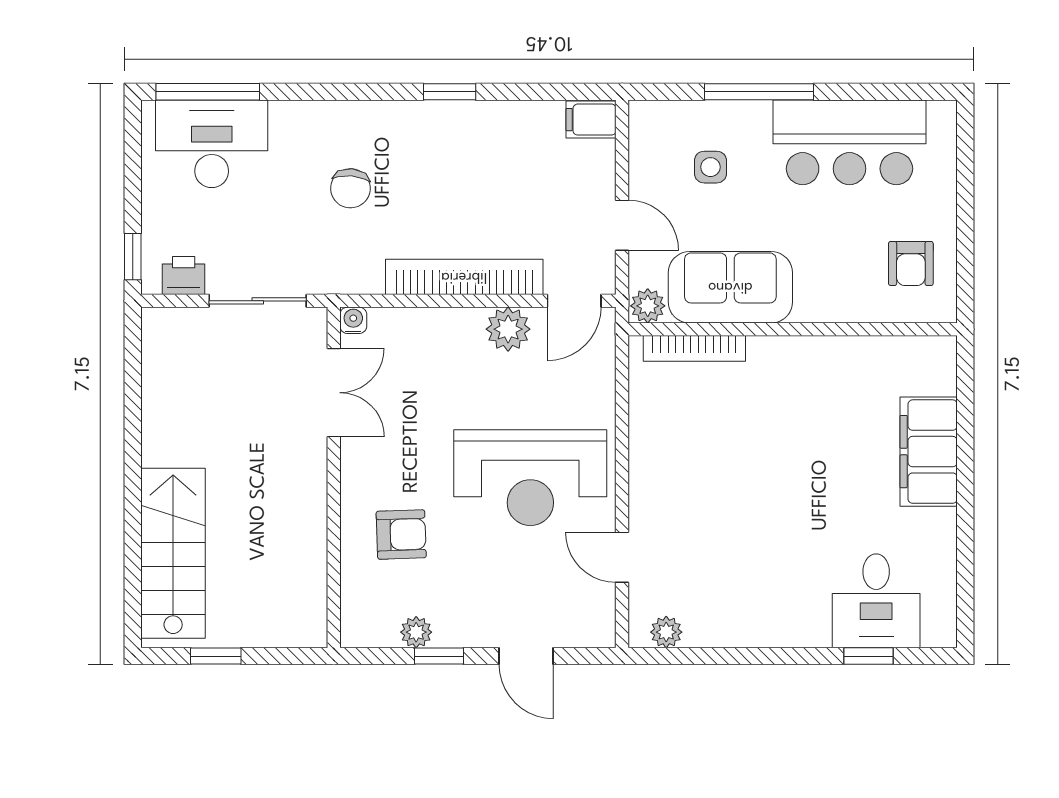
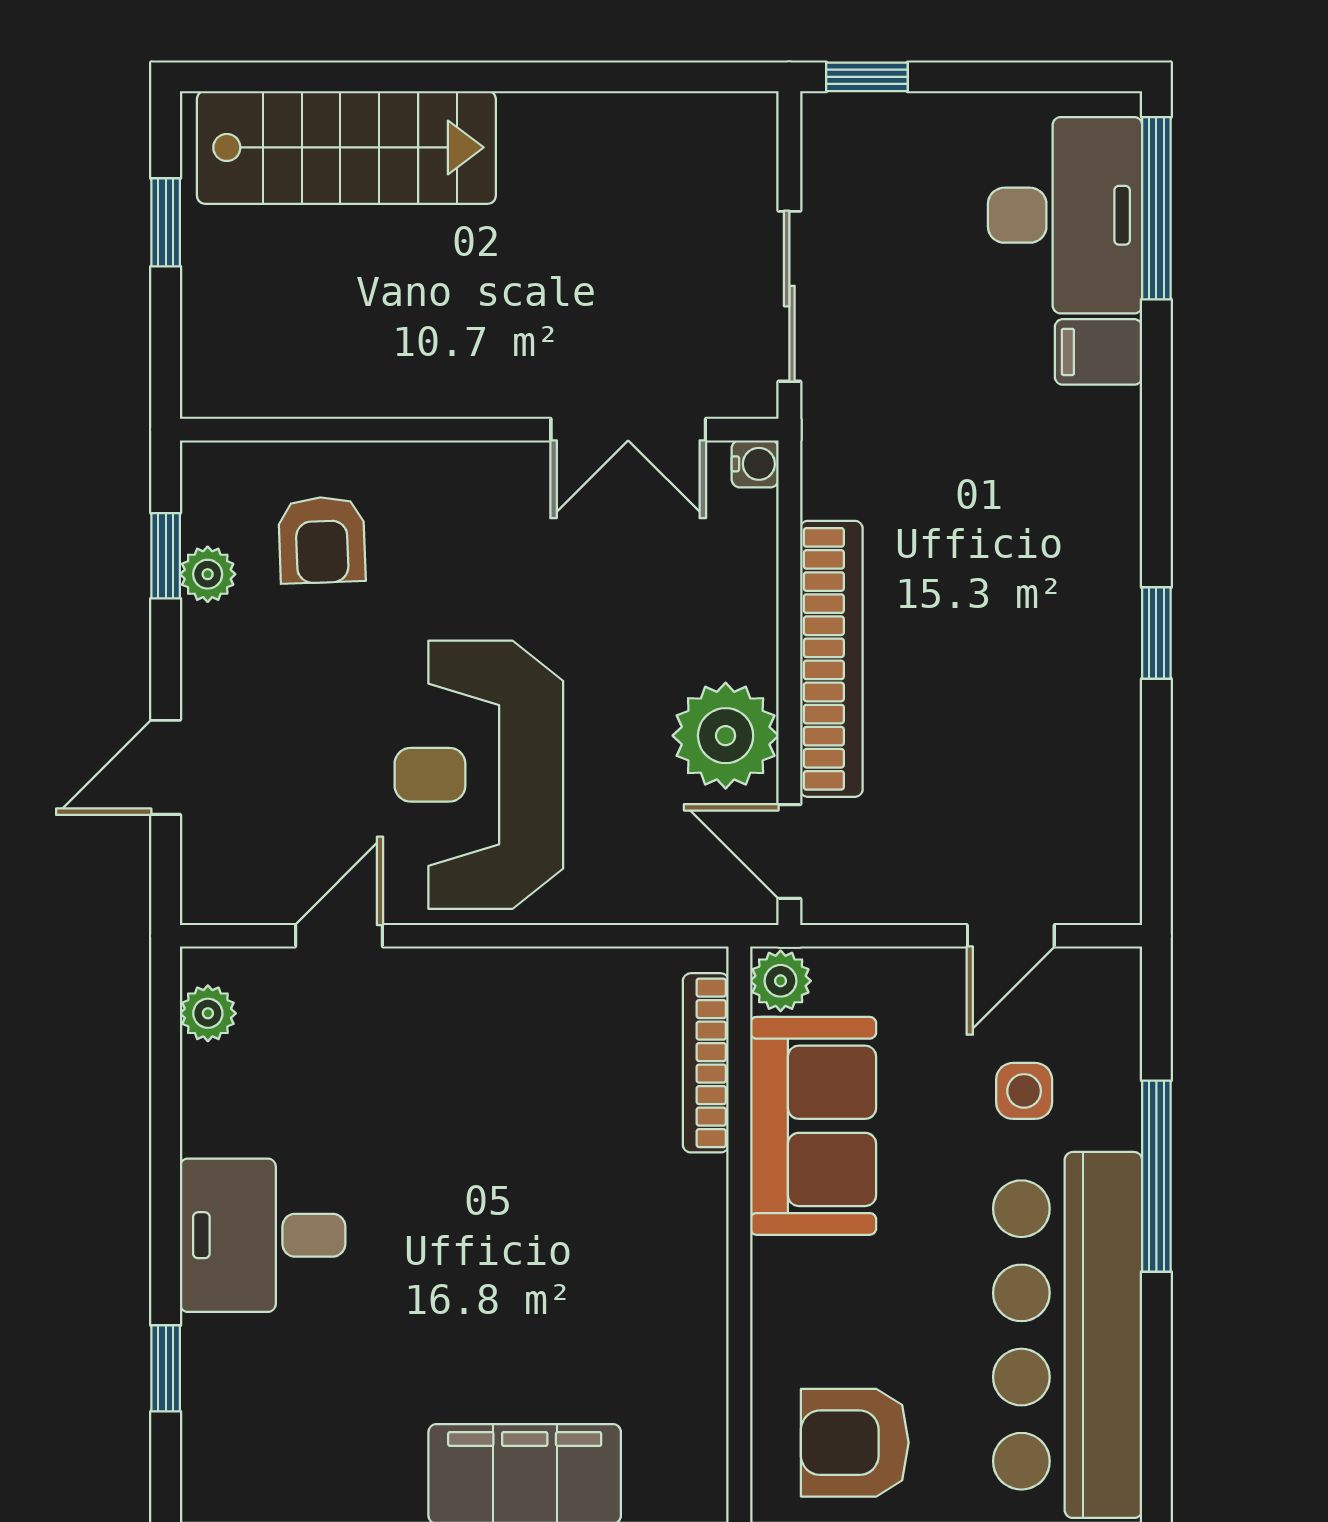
filing cabinet: (591, 120) -> (1098, 352), moved, turned -90
bar counter: (849, 142) -> (1068, 1335), width x1.36
chair: (350, 188) -> (987, 459), removed
door: (622, 225) -> (1011, 936), moved
armchair: (911, 264) -> (855, 1443), width x1.38, depth x1.38
printer: (184, 276) -> (834, 166), removed
plant: (508, 329) -> (726, 736), width x1.36, depth x1.36
armchair: (401, 535) -> (322, 540), moved
desk: (876, 601) -> (263, 1235), moved
window: (439, 656) -> (166, 556), moved

